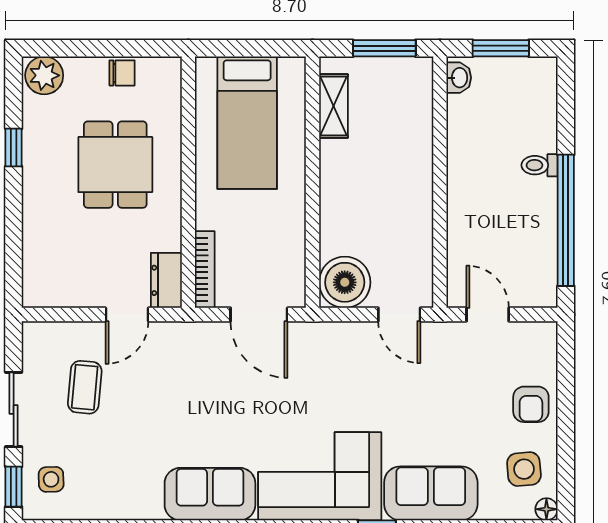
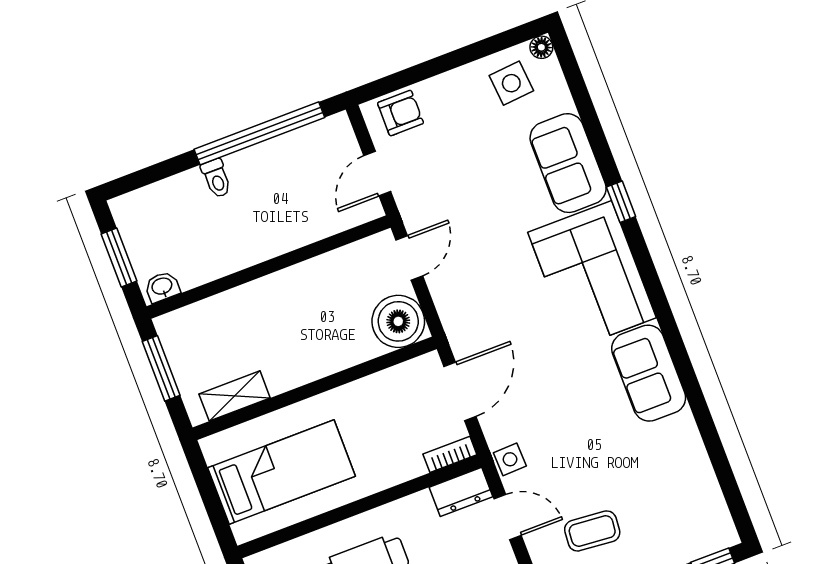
bookcase: (205, 270) -> (450, 454), width x0.64
armchair: (531, 404) -> (401, 113), moved
side table: (51, 479) -> (510, 459), moved

